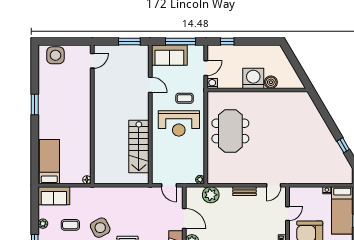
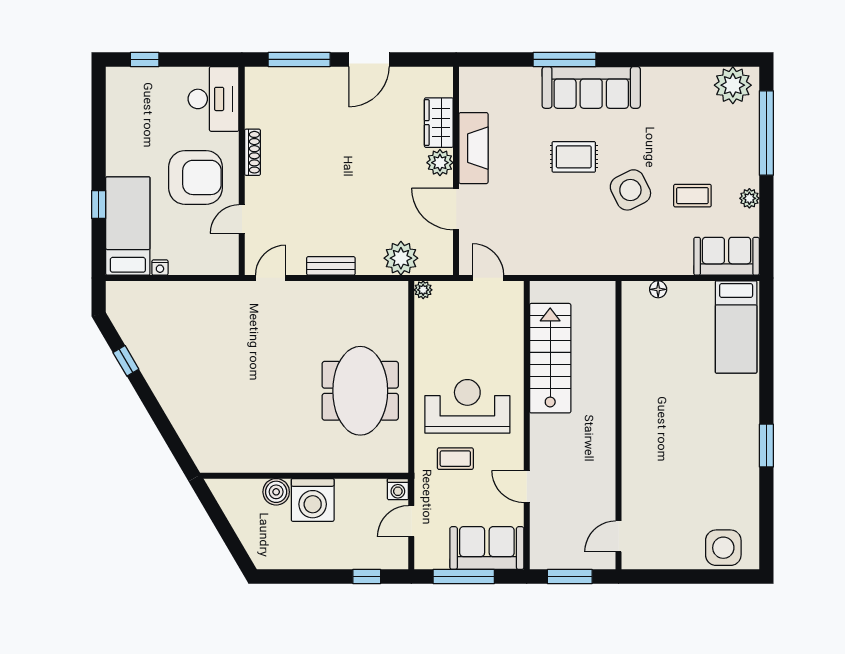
door: (92, 61) -> (619, 536), moved
wall: (92, 114) -> (619, 425), moved

